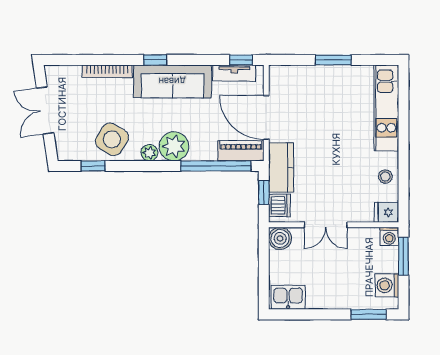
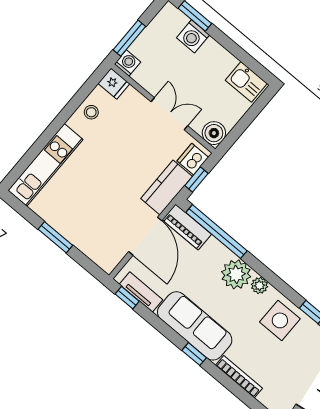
side table: (112, 139) -> (280, 320), turned -31
washing machine: (387, 285) -> (193, 36), moved, turned 90

